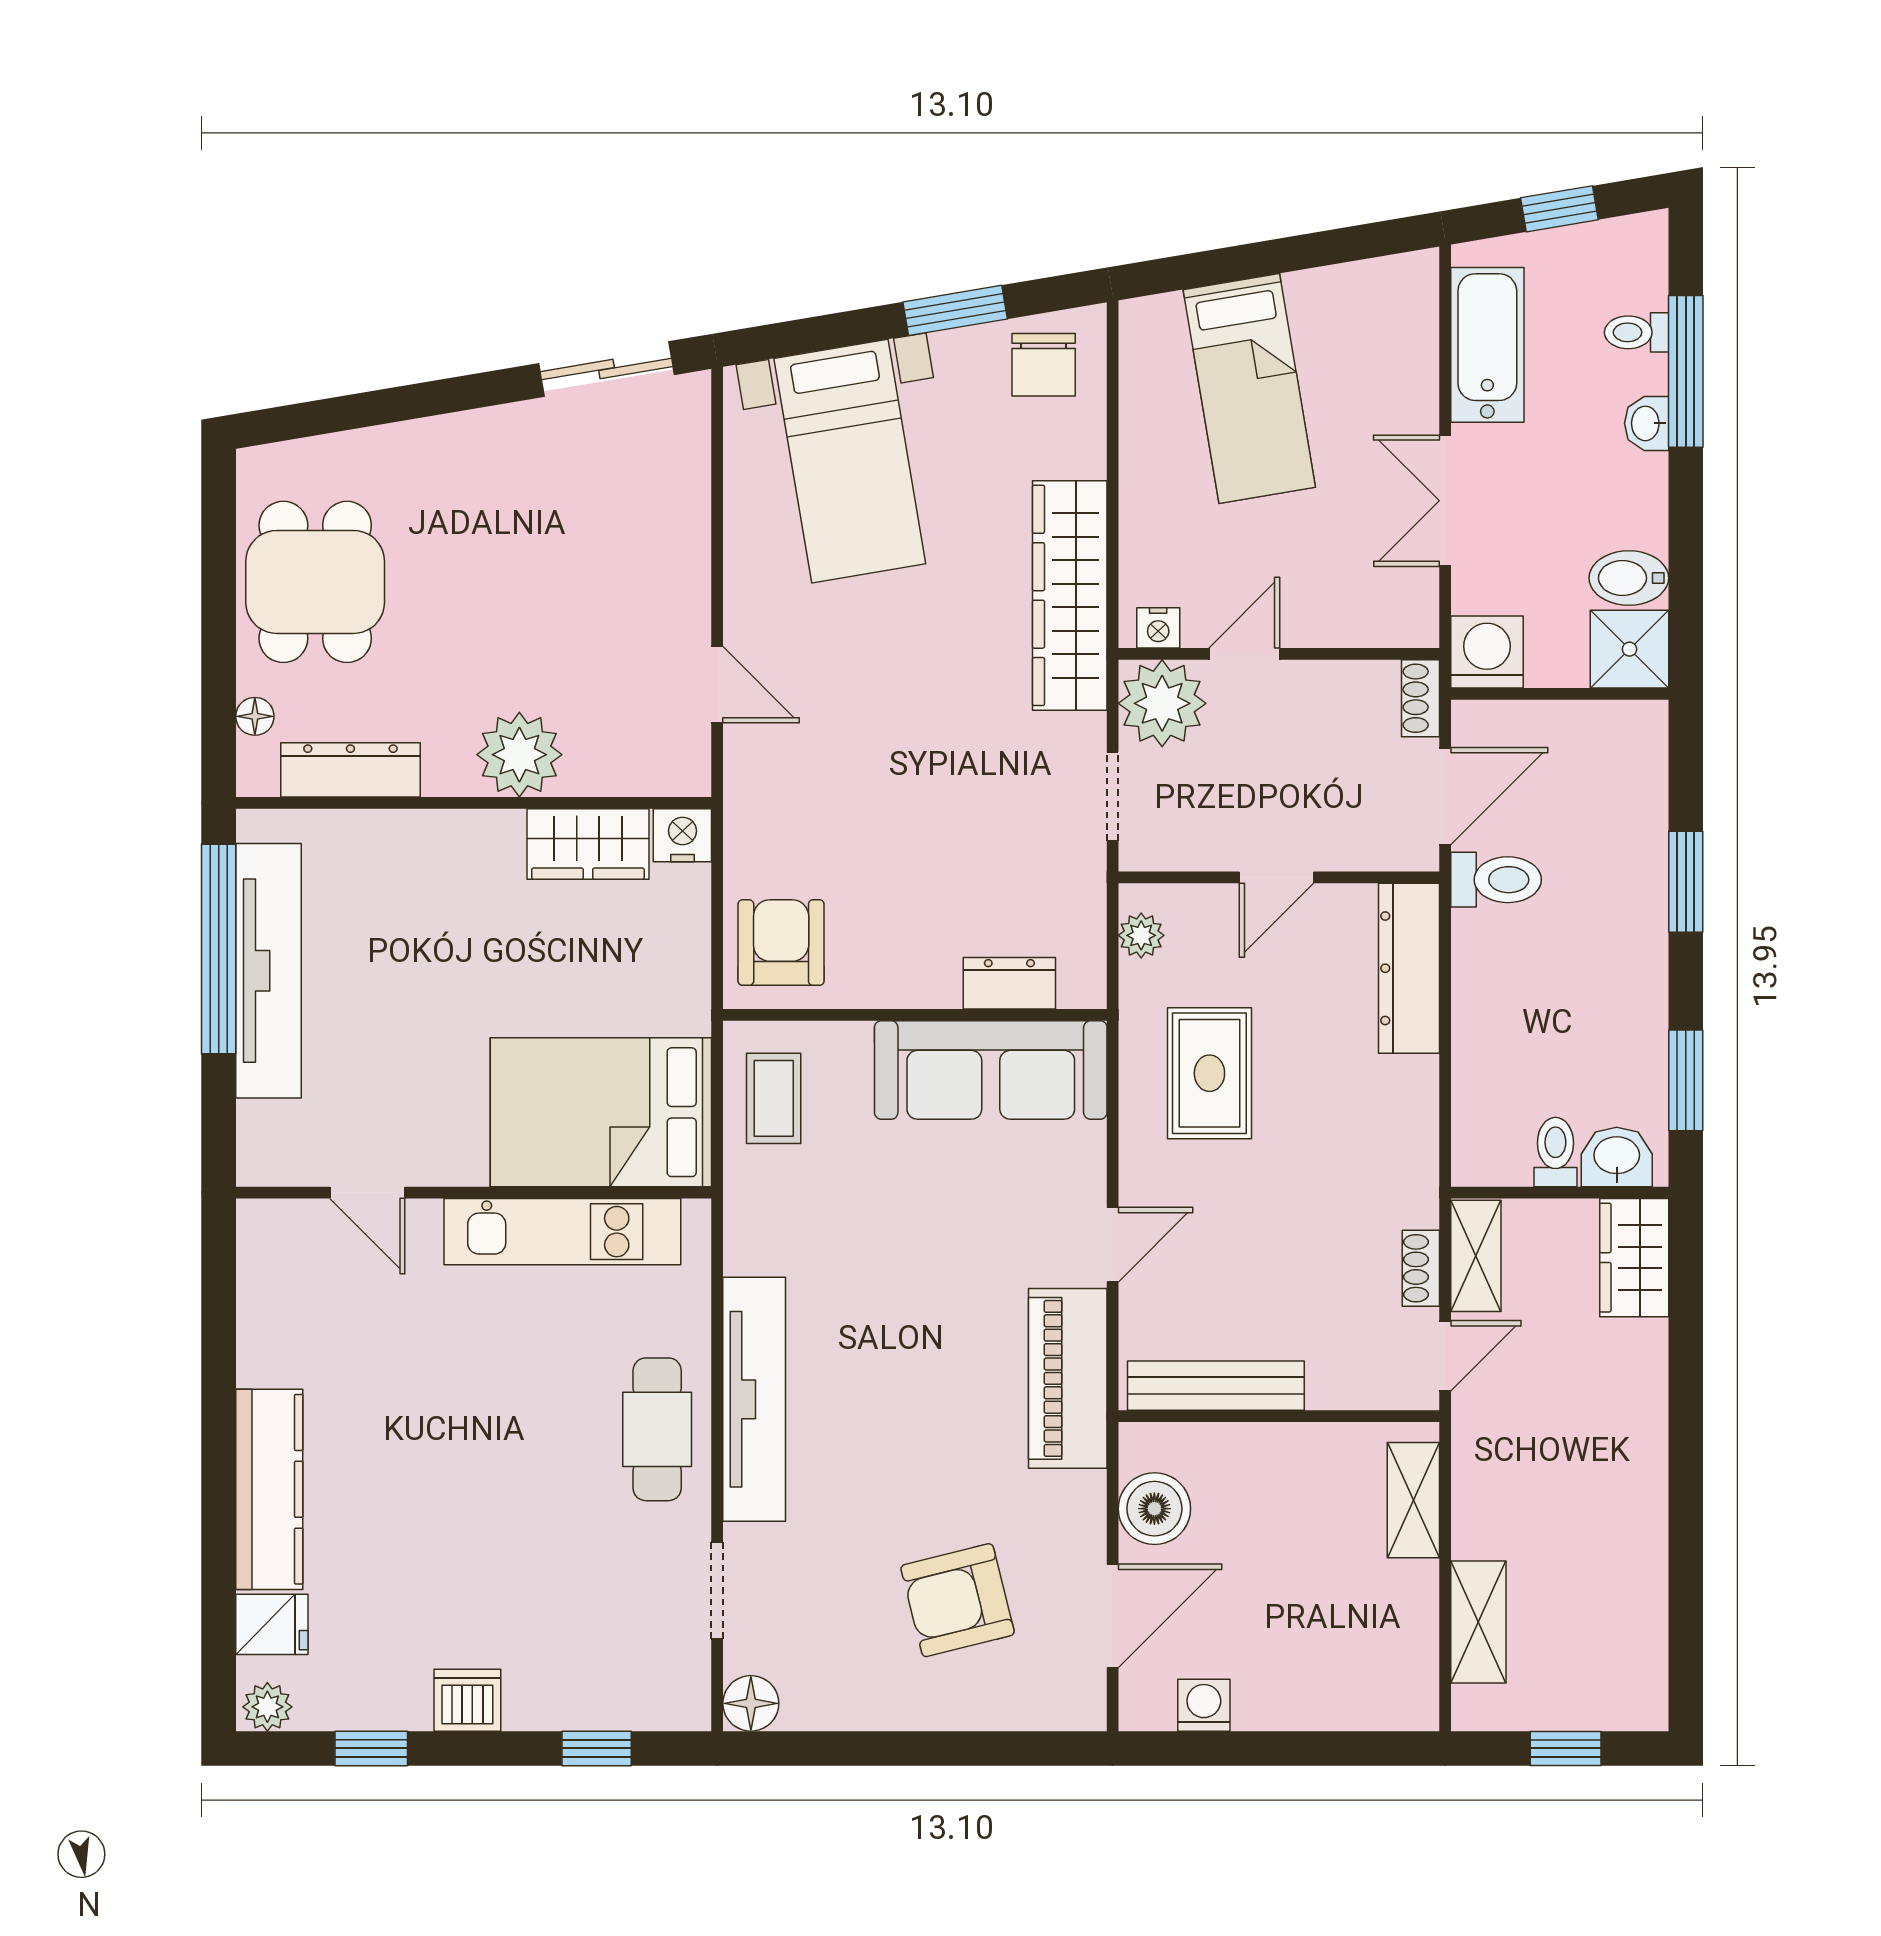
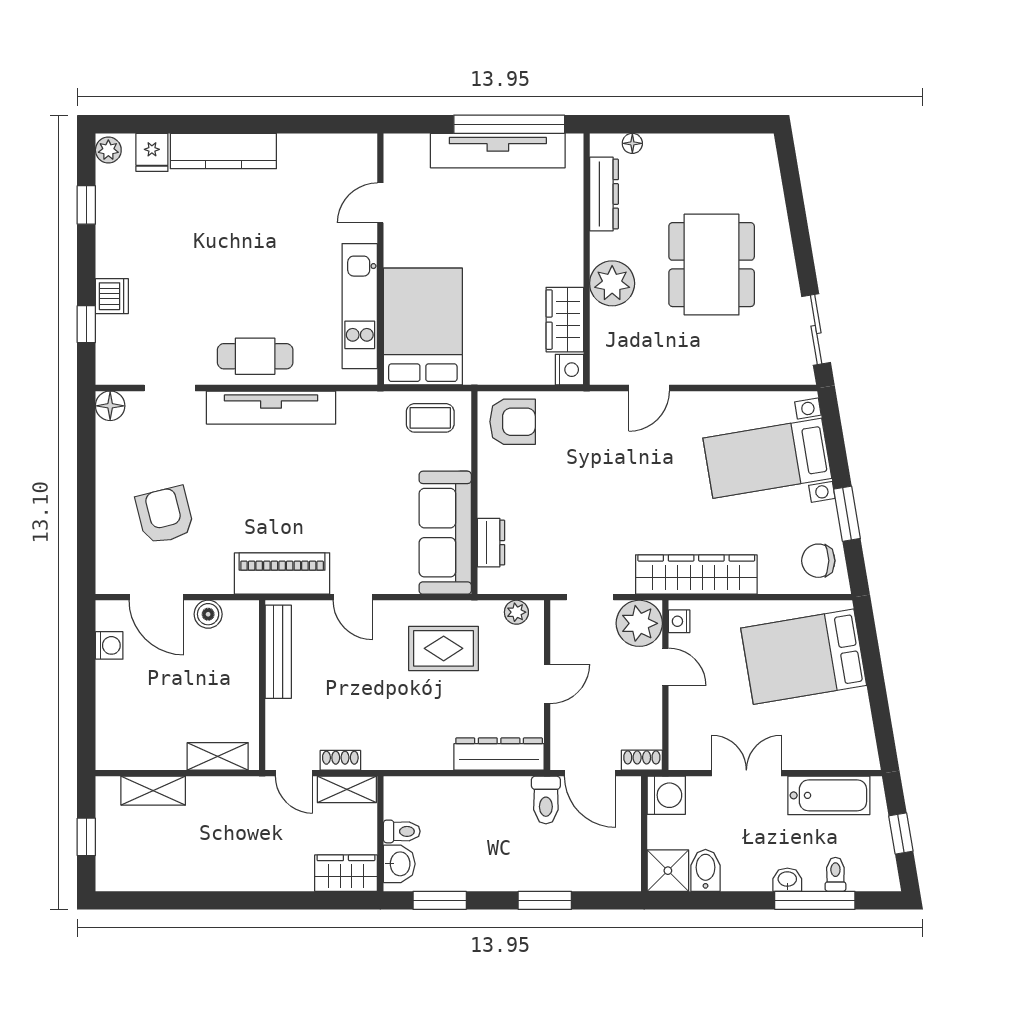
bed: (1249, 388) -> (804, 657), width x1.50
dining table: (315, 582) -> (712, 265), moved, width x1.38
door: (1276, 877) -> (547, 684), swing flipped
boiler: (1154, 1509) -> (208, 614), width x0.73, depth x0.73
dishwasher: (467, 1700) -> (112, 296), moved

